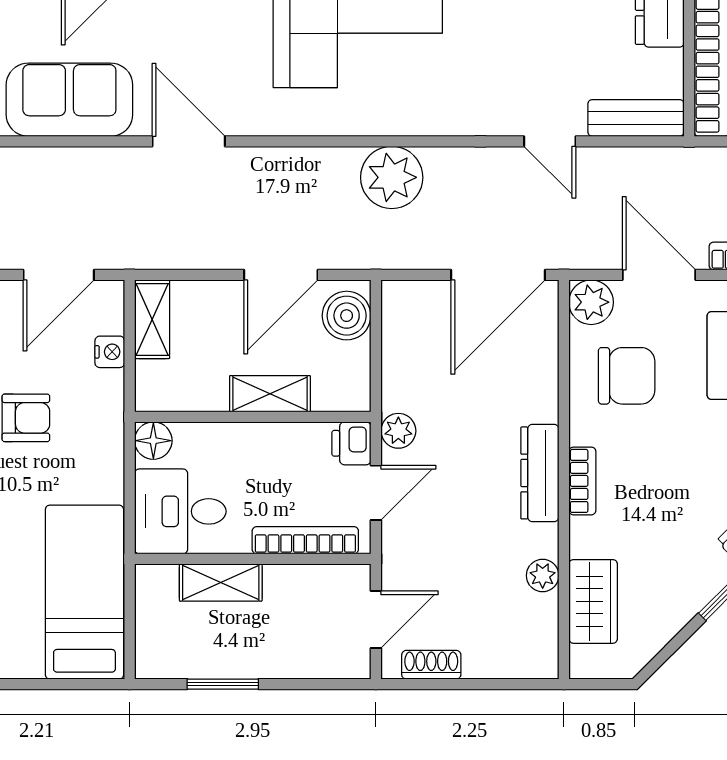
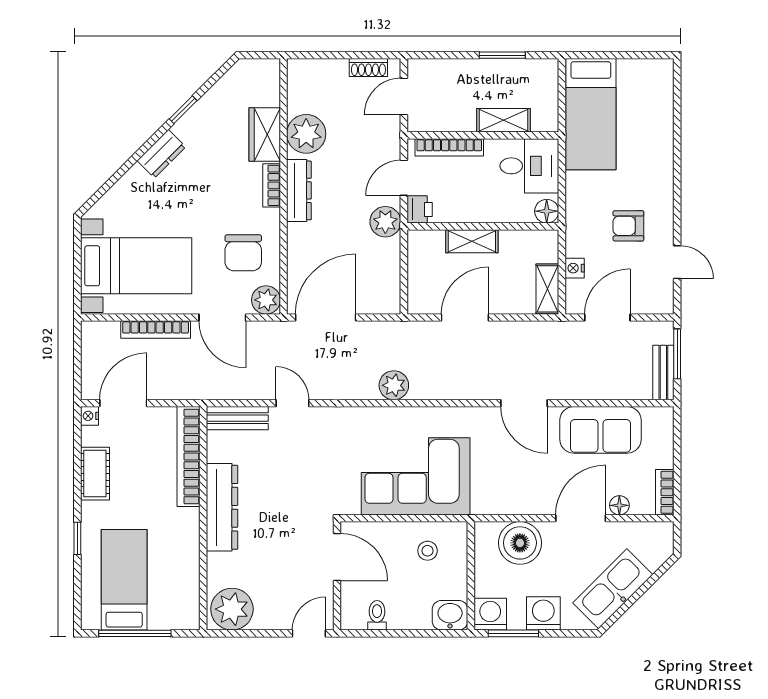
plant: (392, 177) -> (394, 385), width x0.73, depth x0.73
boiler: (347, 316) -> (423, 291), removed
chair: (627, 376) -> (243, 253), turned -90
plant: (398, 431) -> (385, 222), width x1.38, depth x1.38
plant: (543, 576) -> (306, 134), width x1.88, depth x1.88
wardrobe: (593, 601) -> (265, 135), moved

